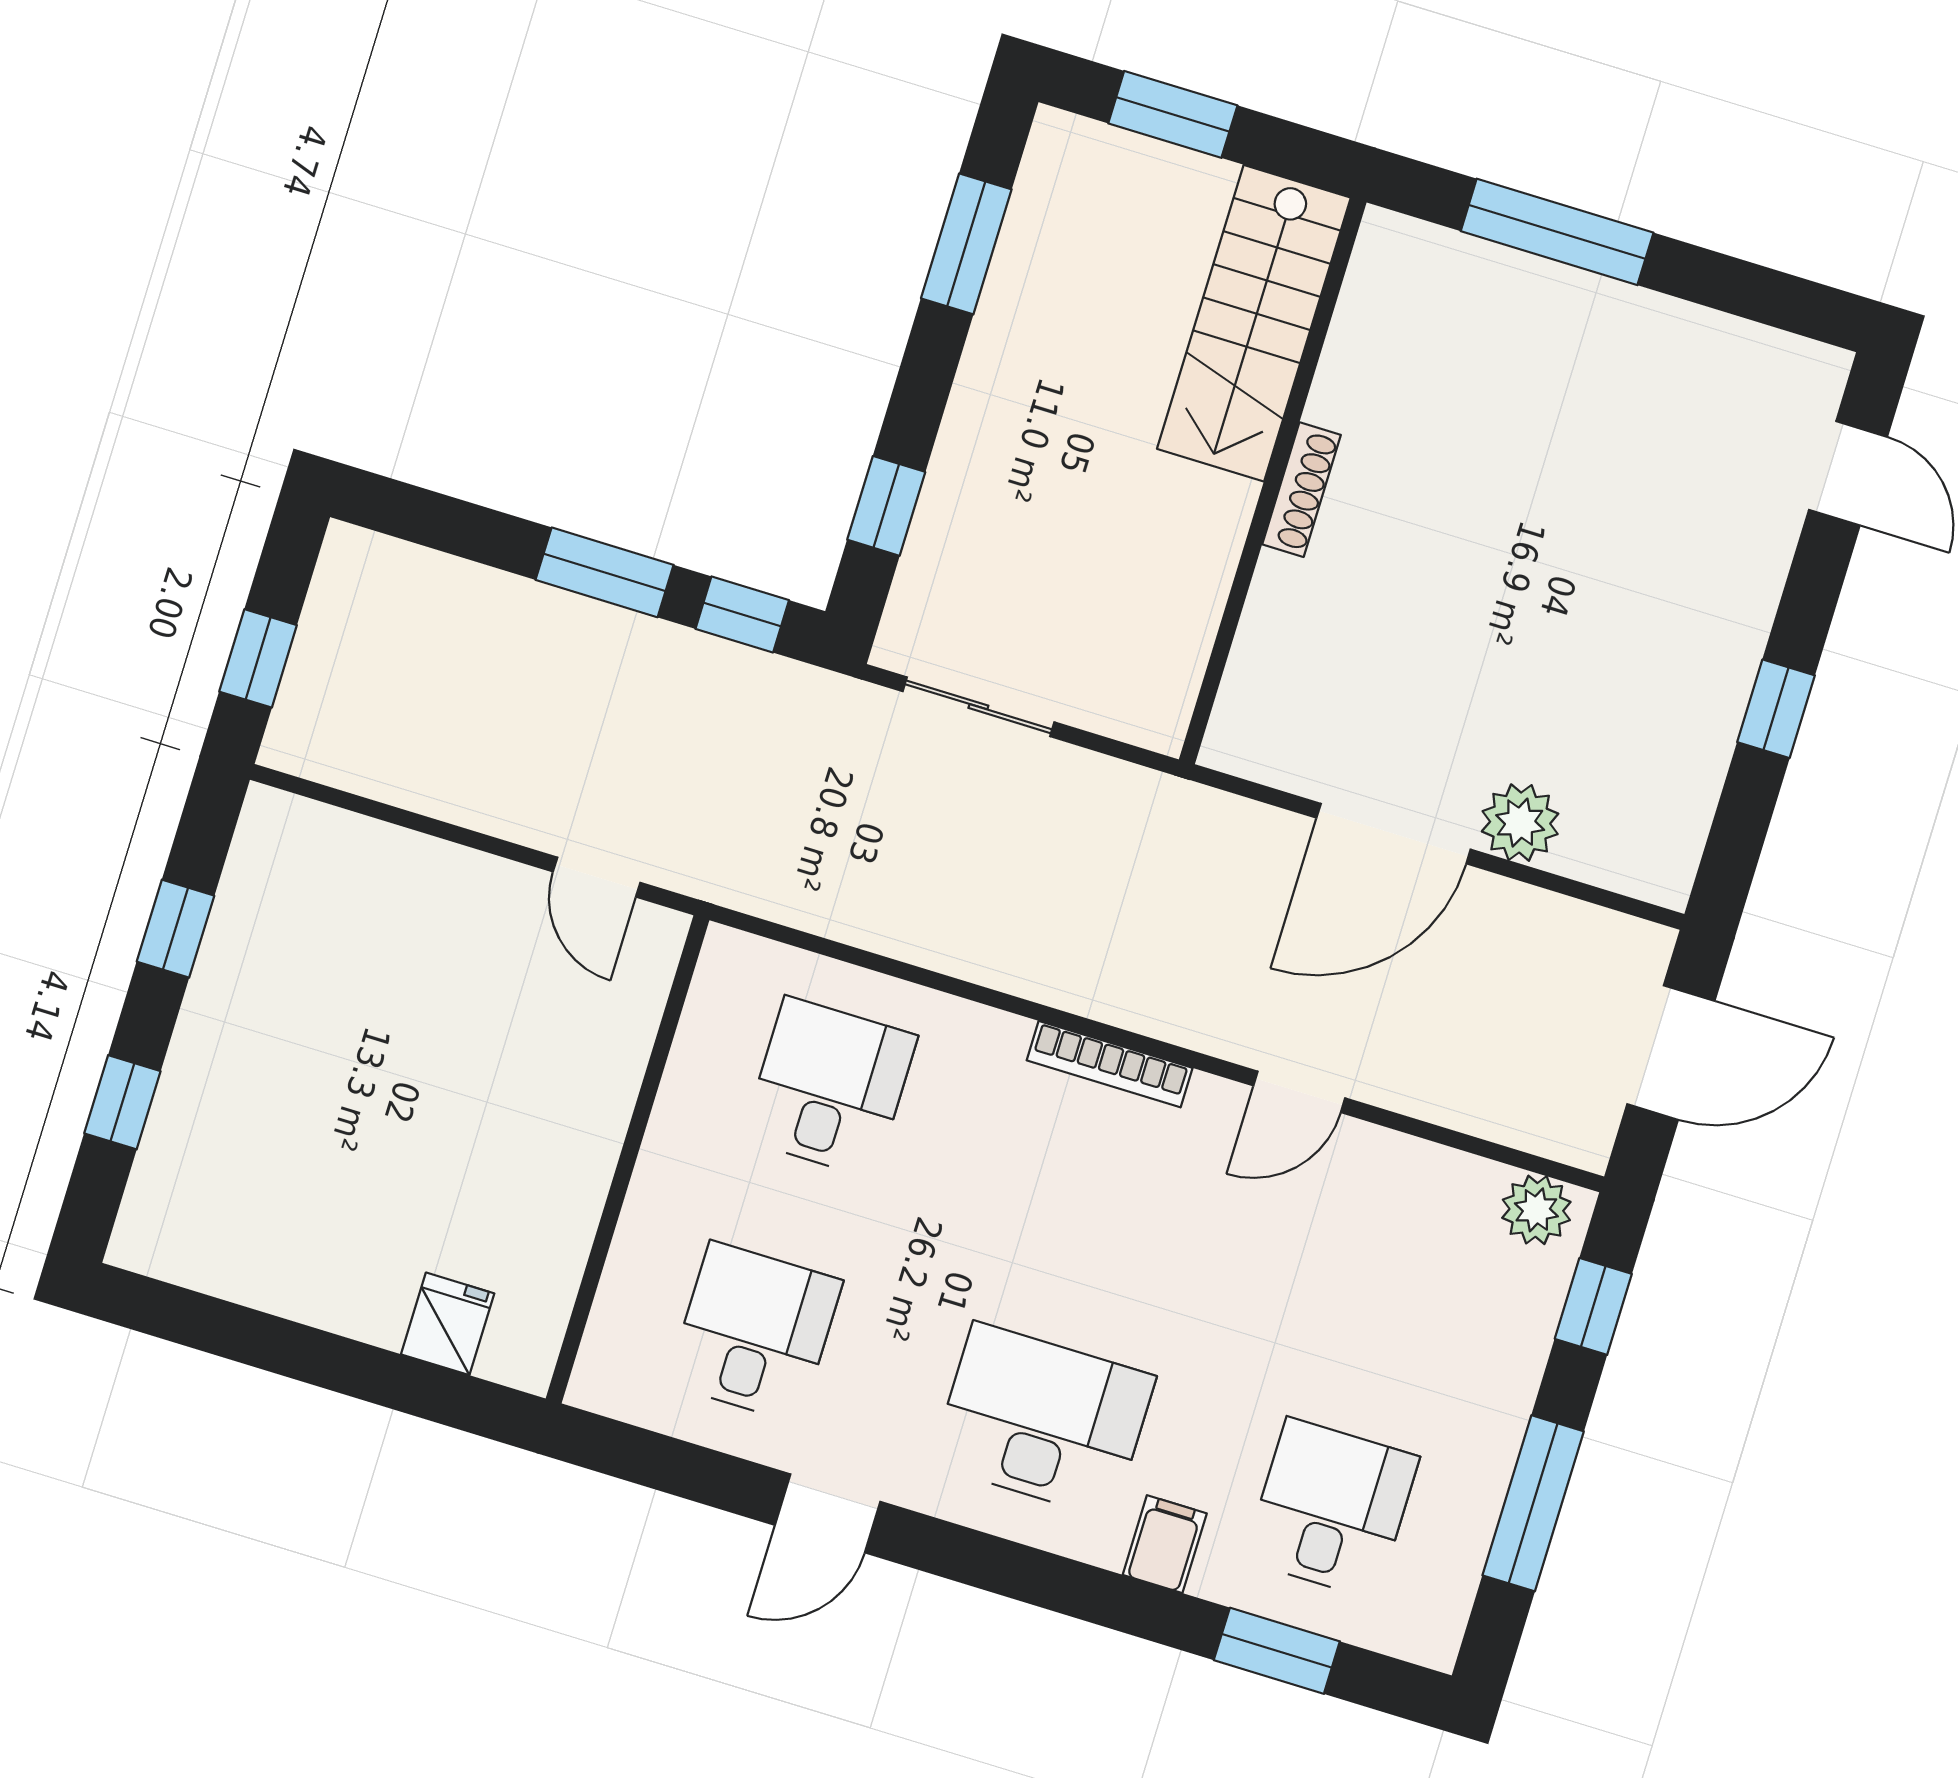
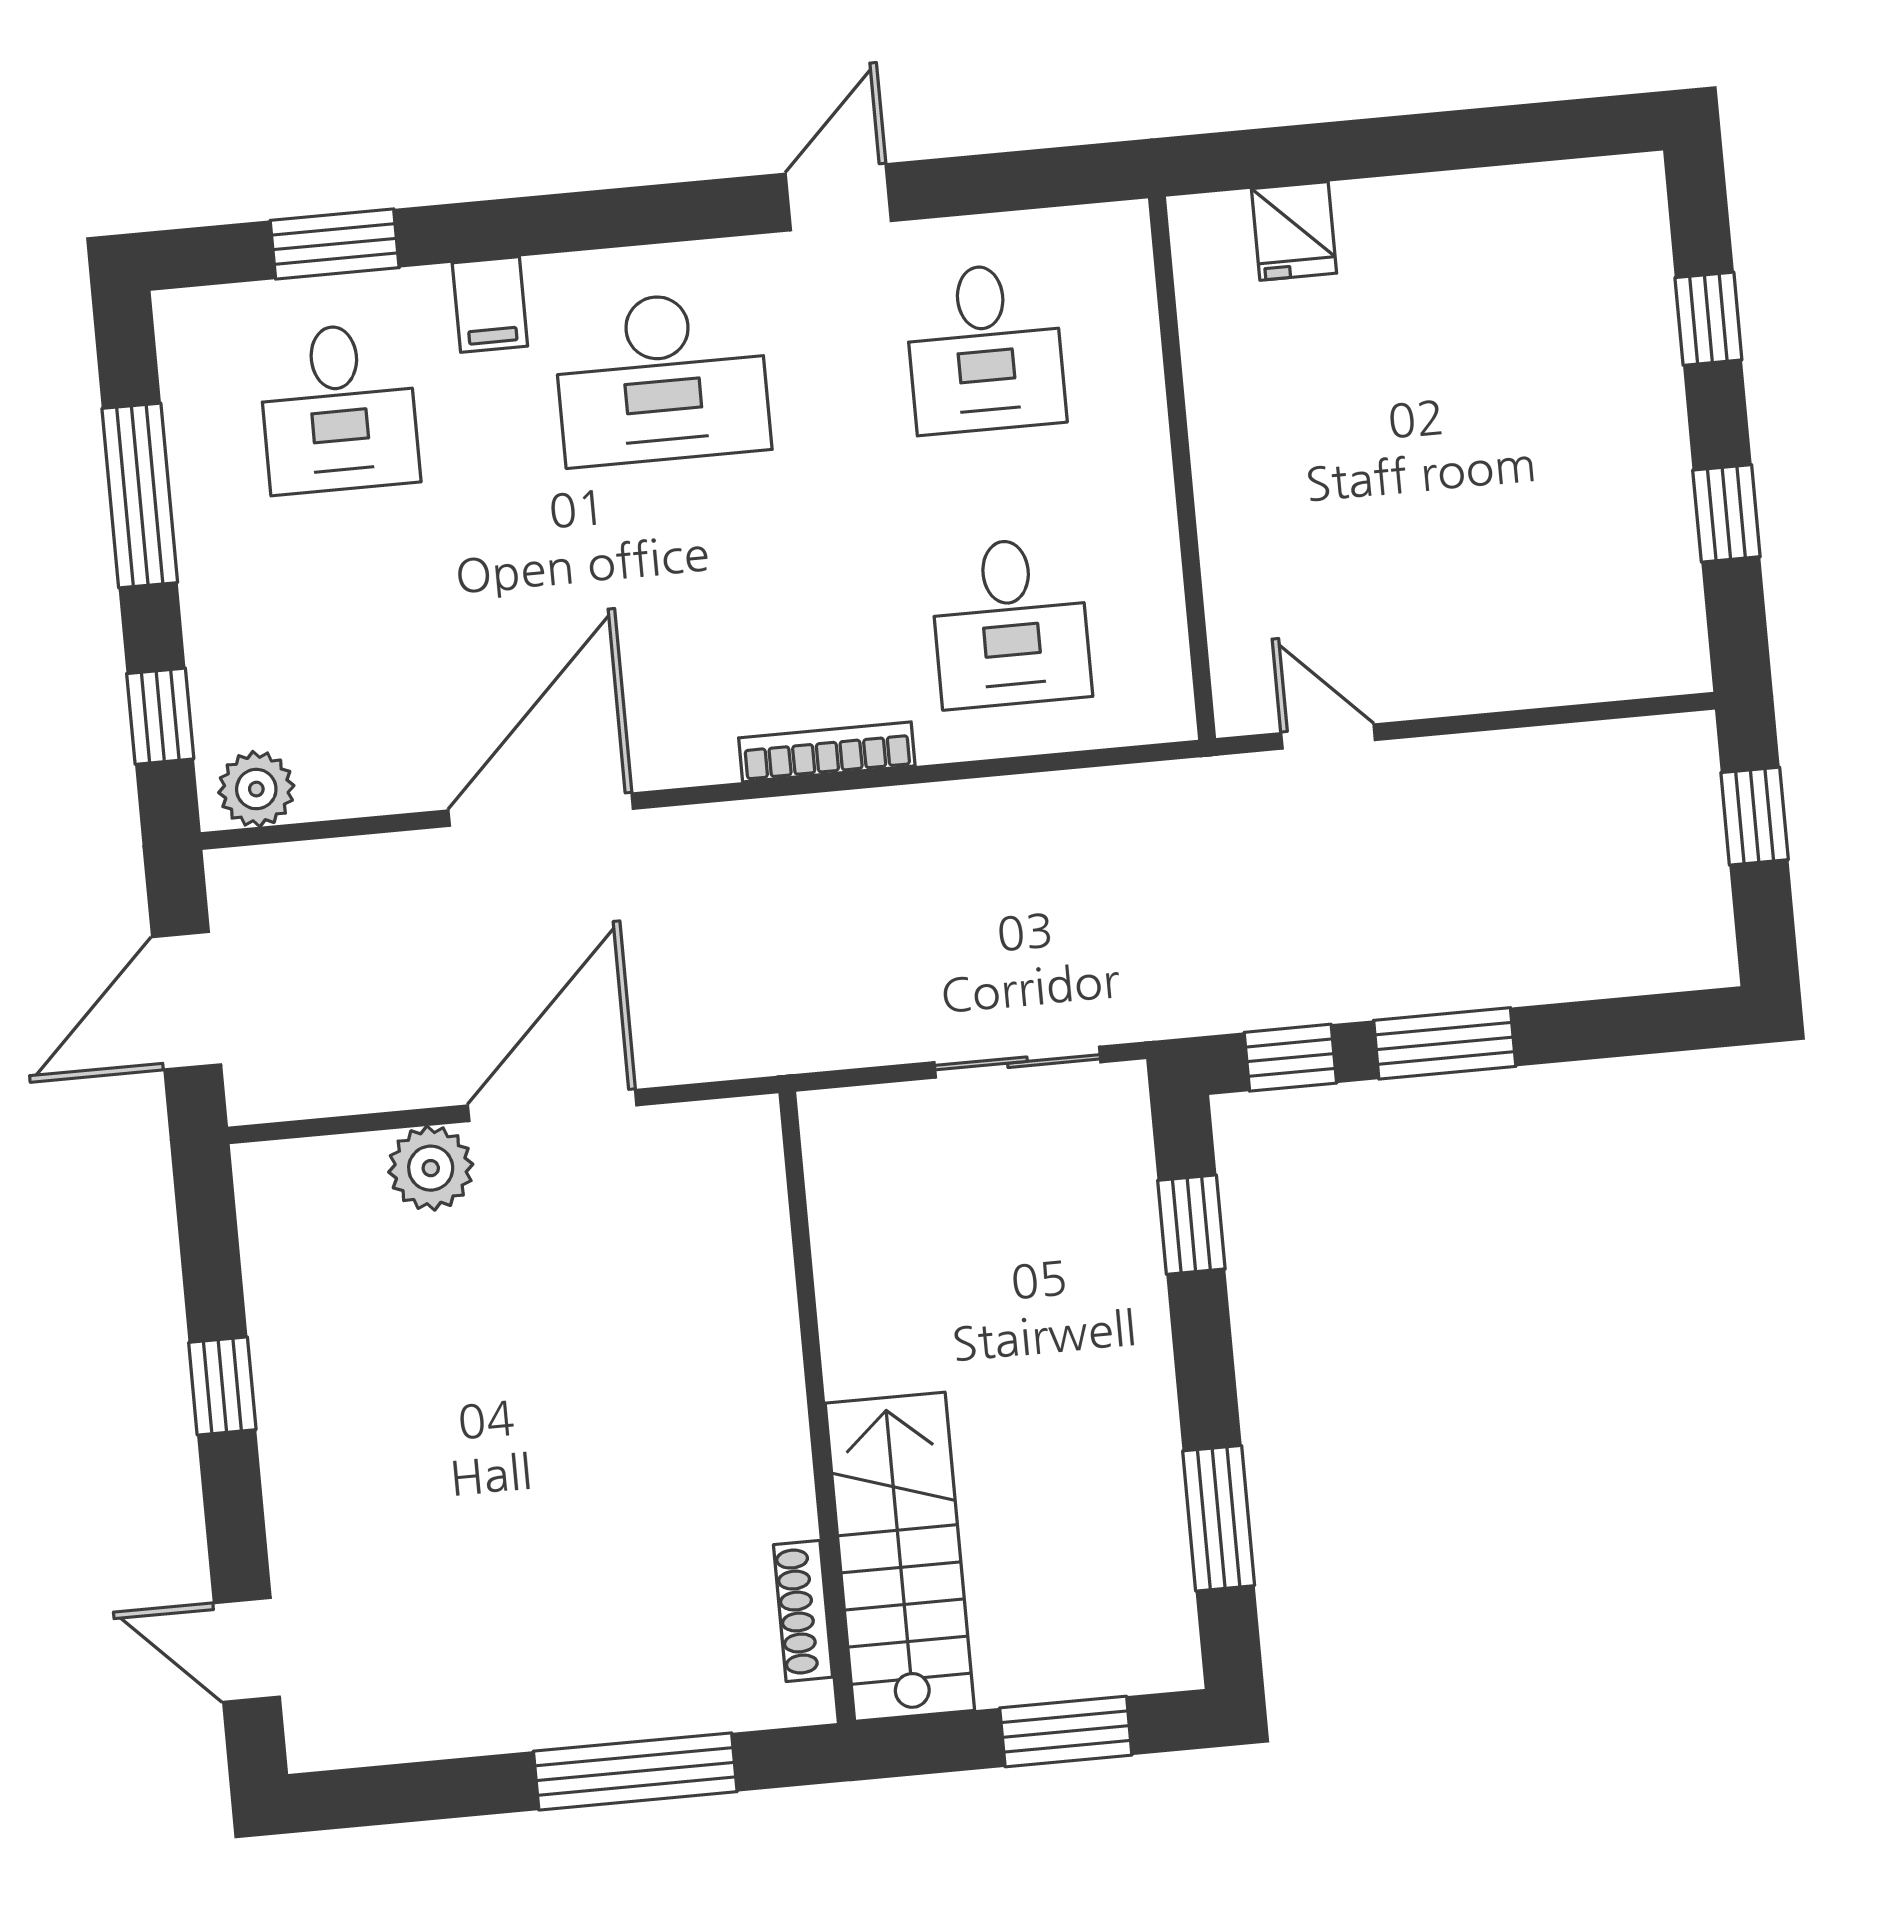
shoe rack: (1301, 490) -> (803, 1611), moved
bookcase: (1110, 1064) -> (827, 752), moved
door: (1299, 1092) -> (541, 810), width x1.87

